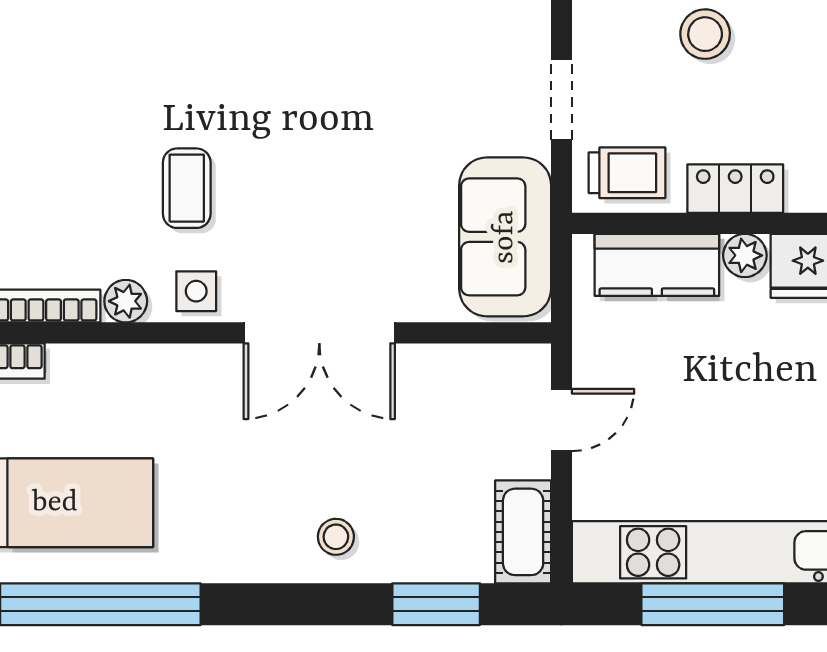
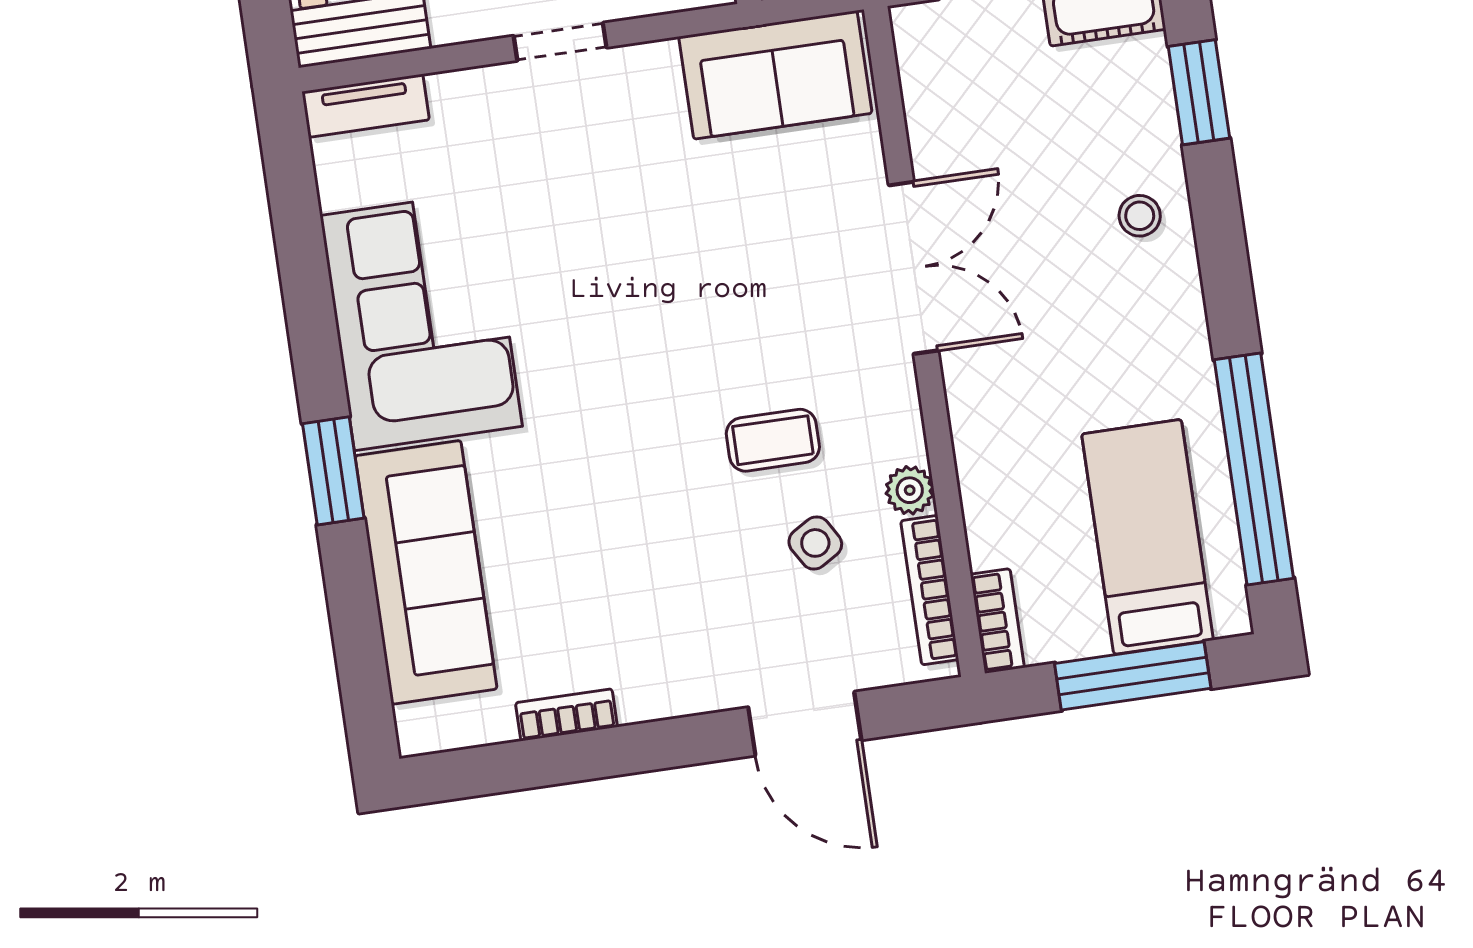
doorway: (561, 99) -> (560, 42), moved
side table: (196, 291) -> (815, 543), moved, turned -31

